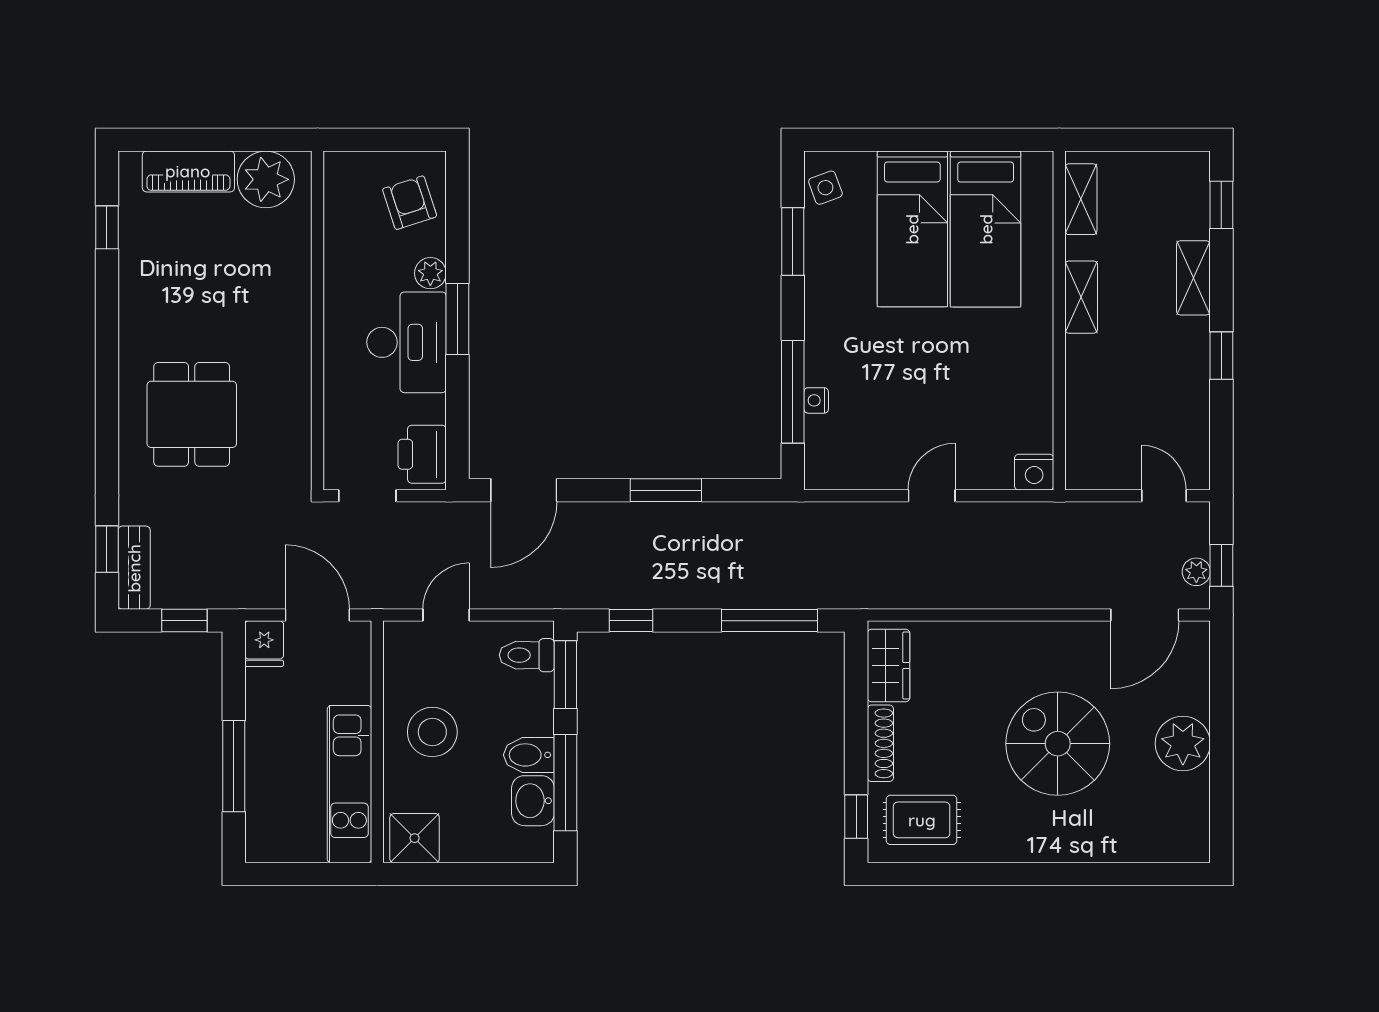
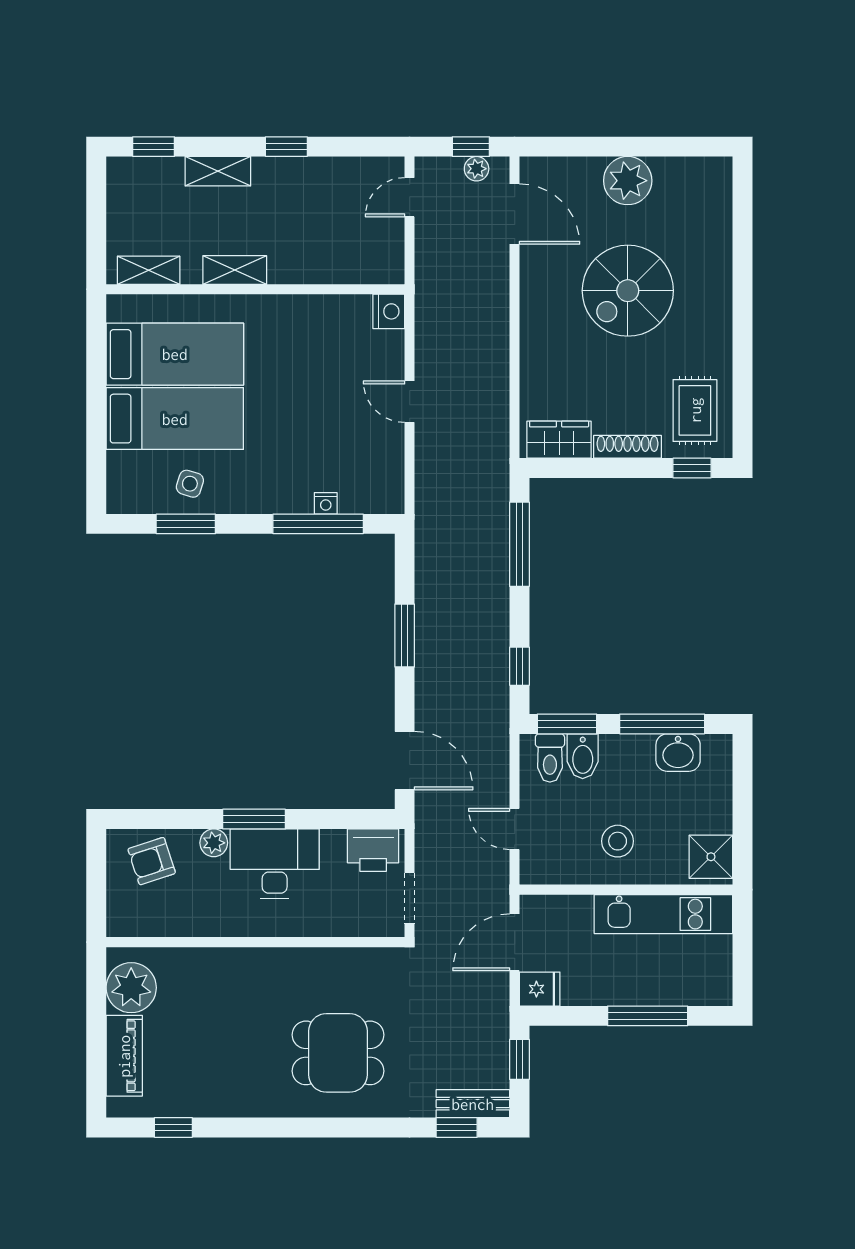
side table: (825, 188) -> (190, 484), moved, turned 37
stool: (432, 732) -> (618, 841), width x0.73, depth x0.73
bidet: (529, 755) -> (583, 756), moved

